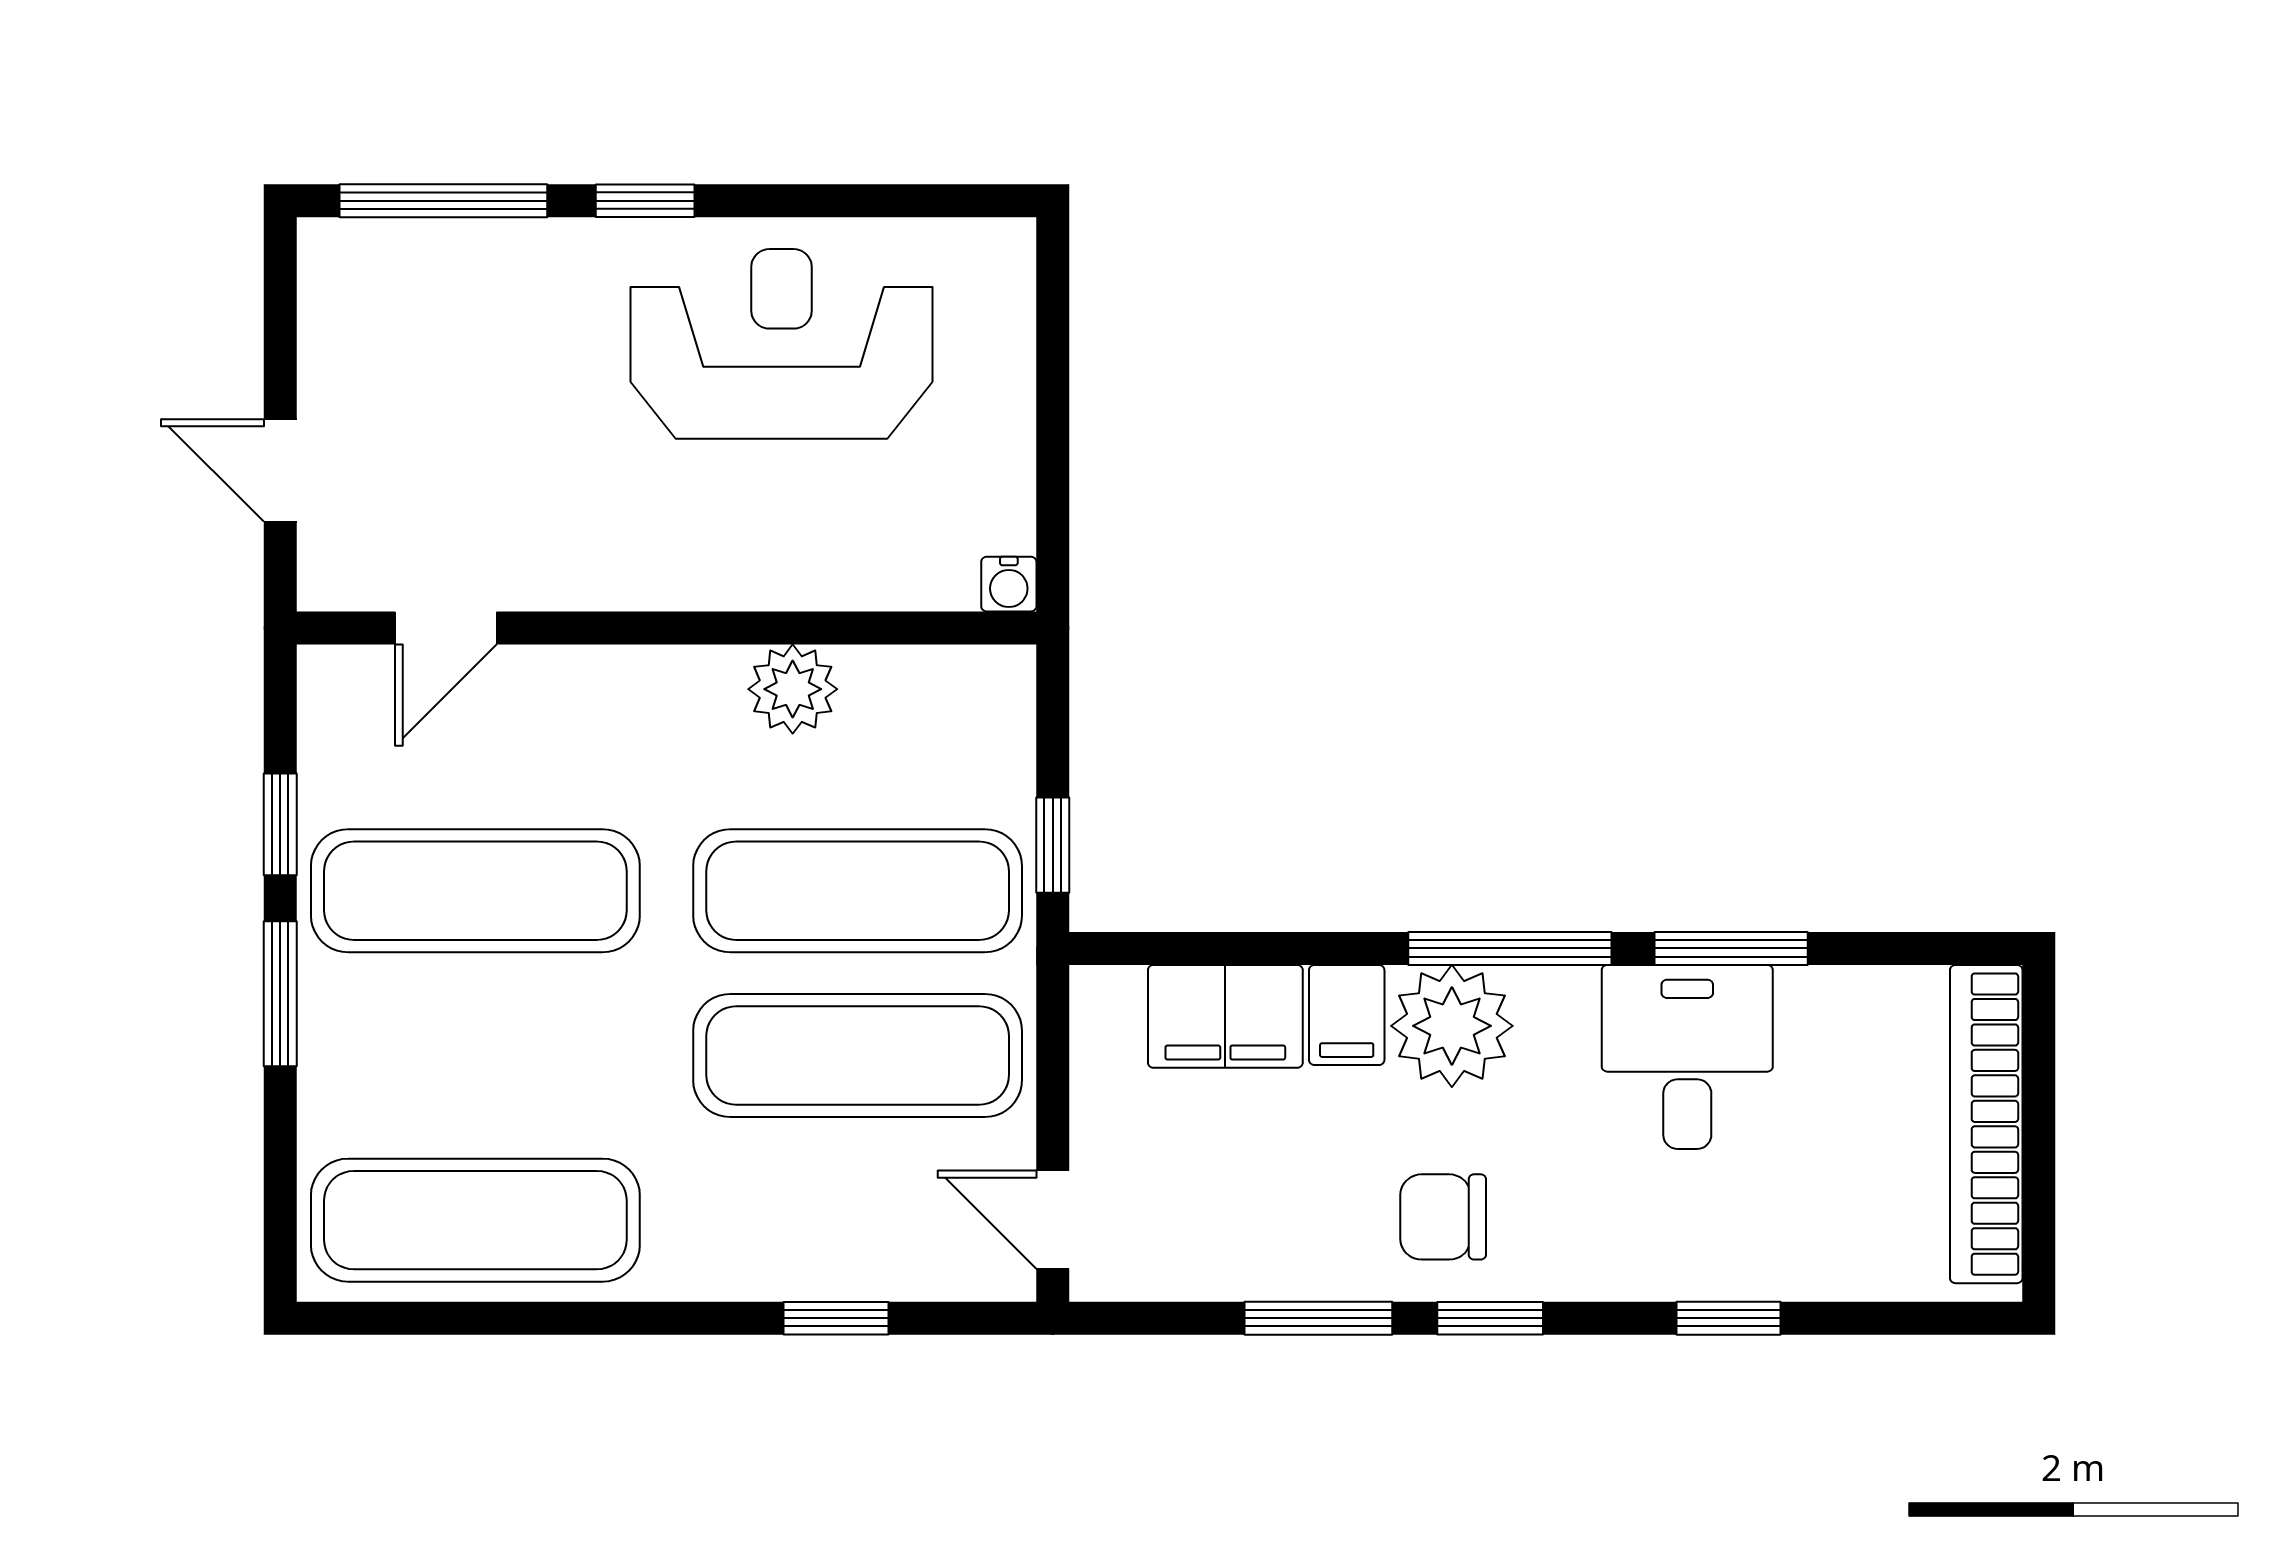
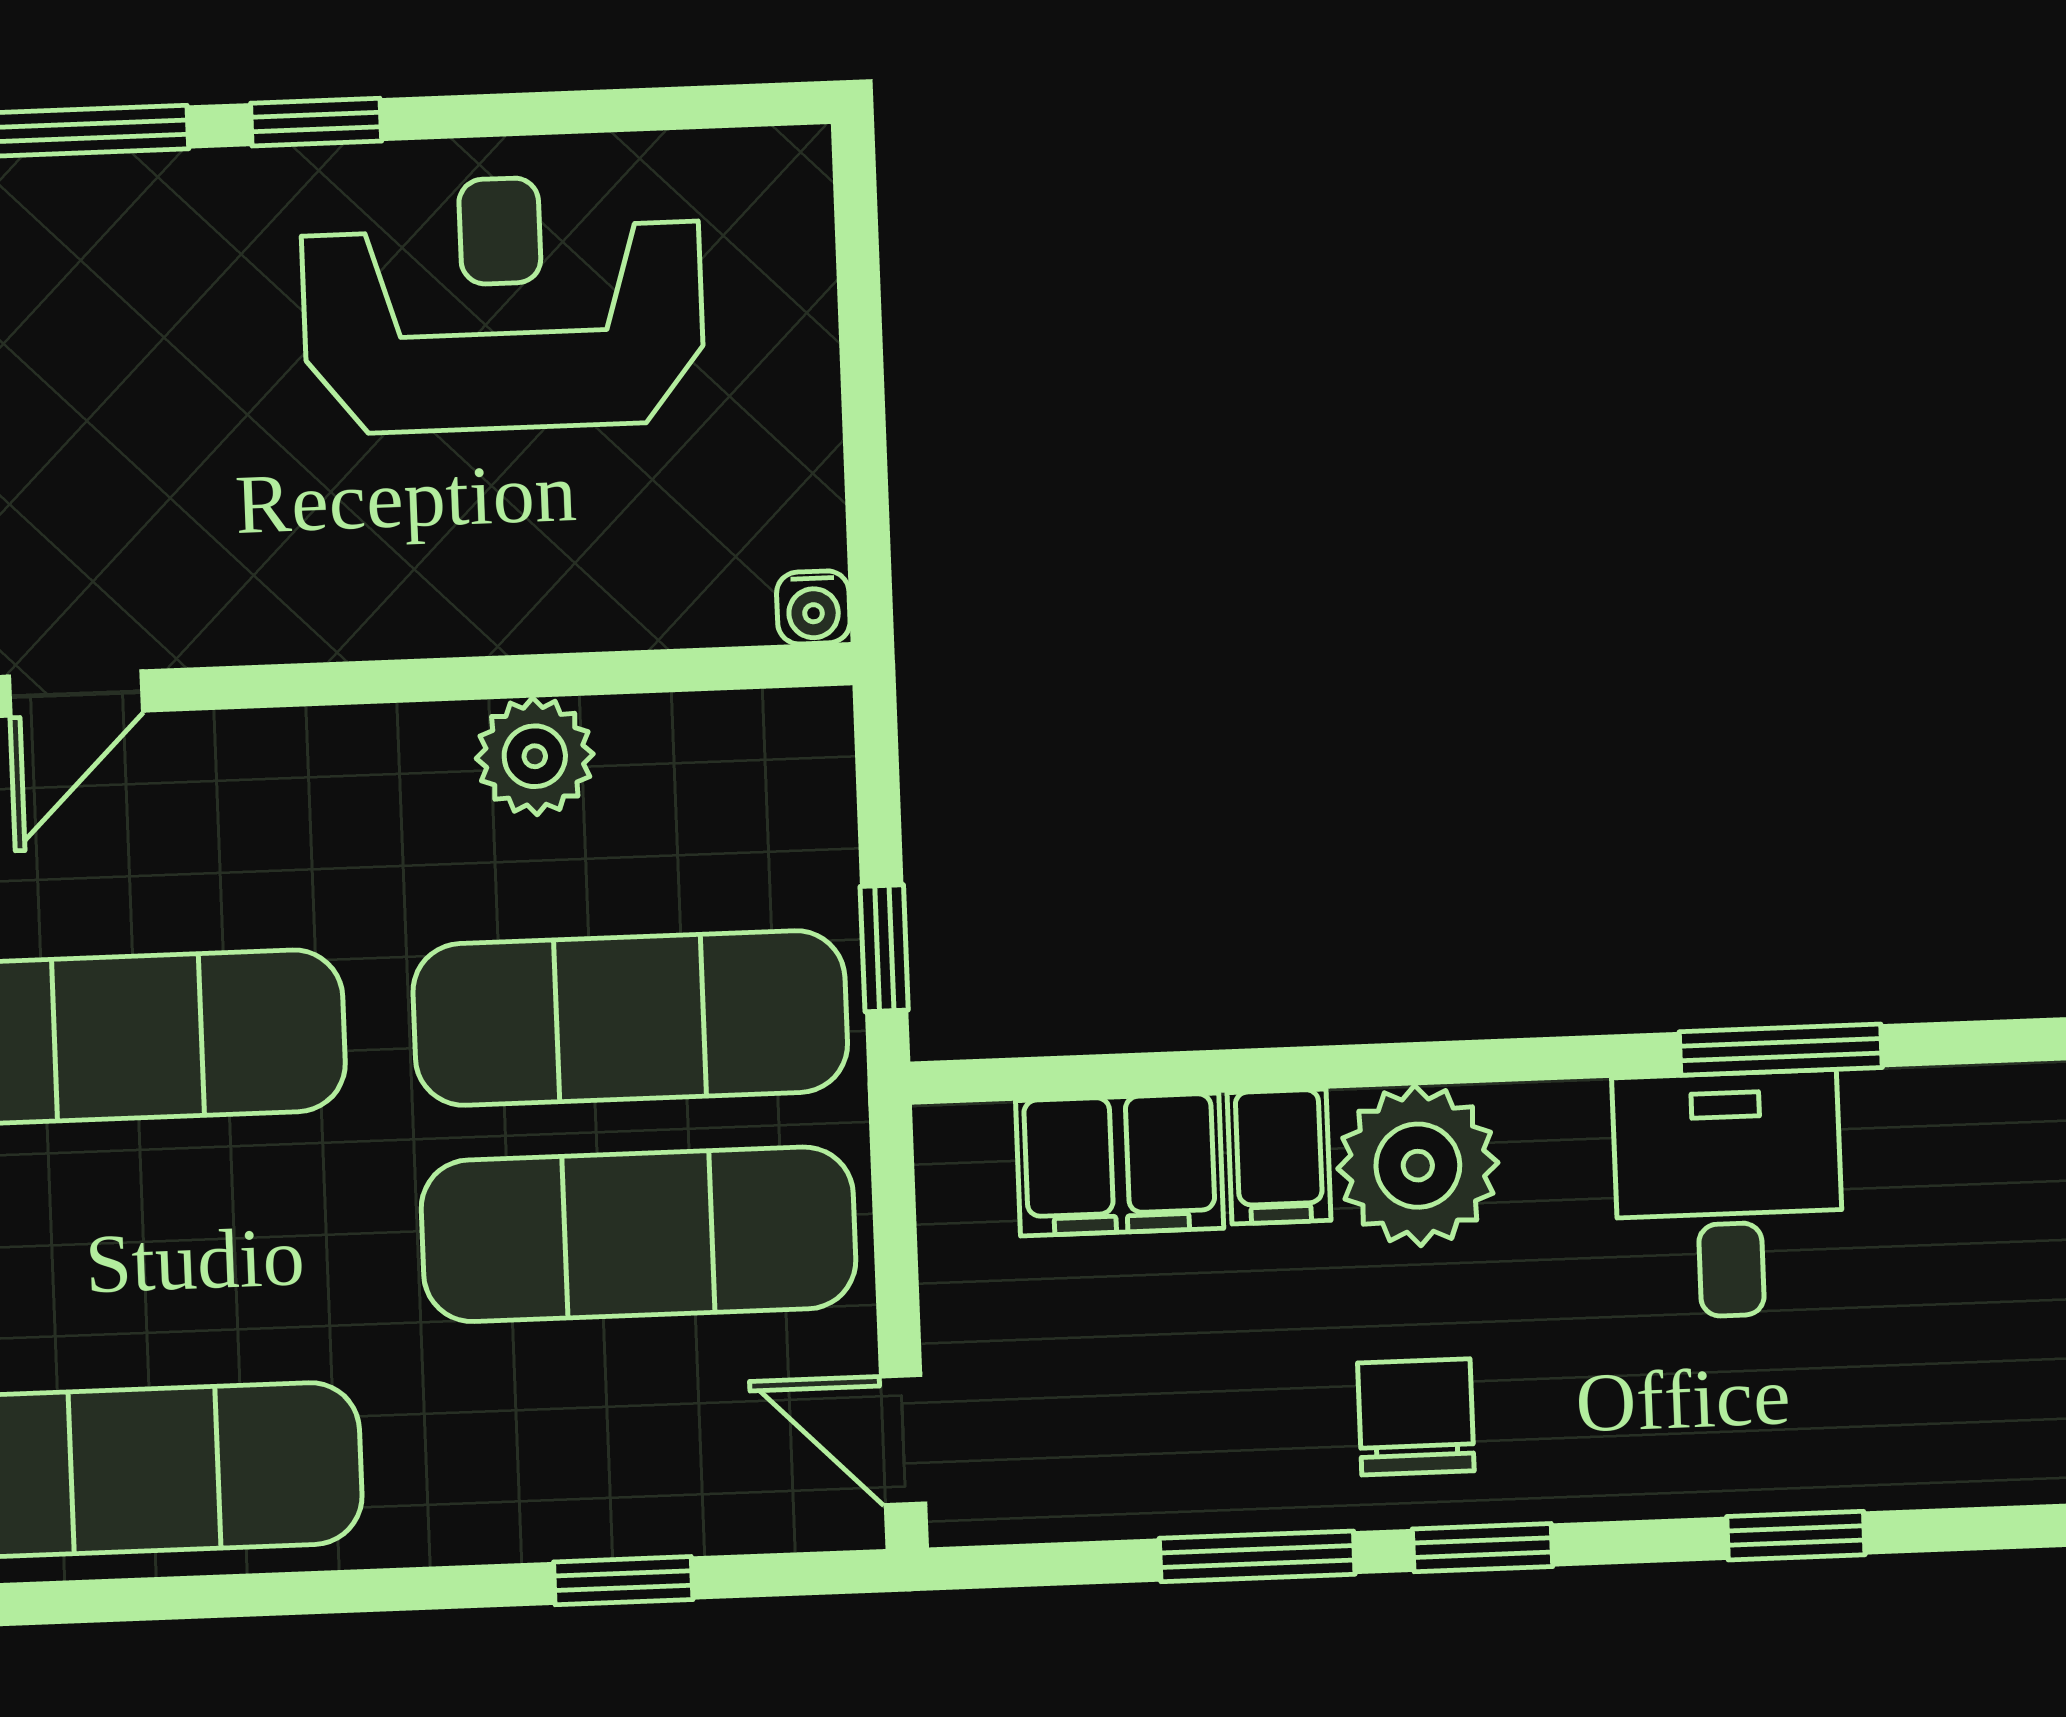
window: (1510, 948) -> (1490, 1061), removed
chair: (1443, 1217) -> (1416, 1417), turned 90

